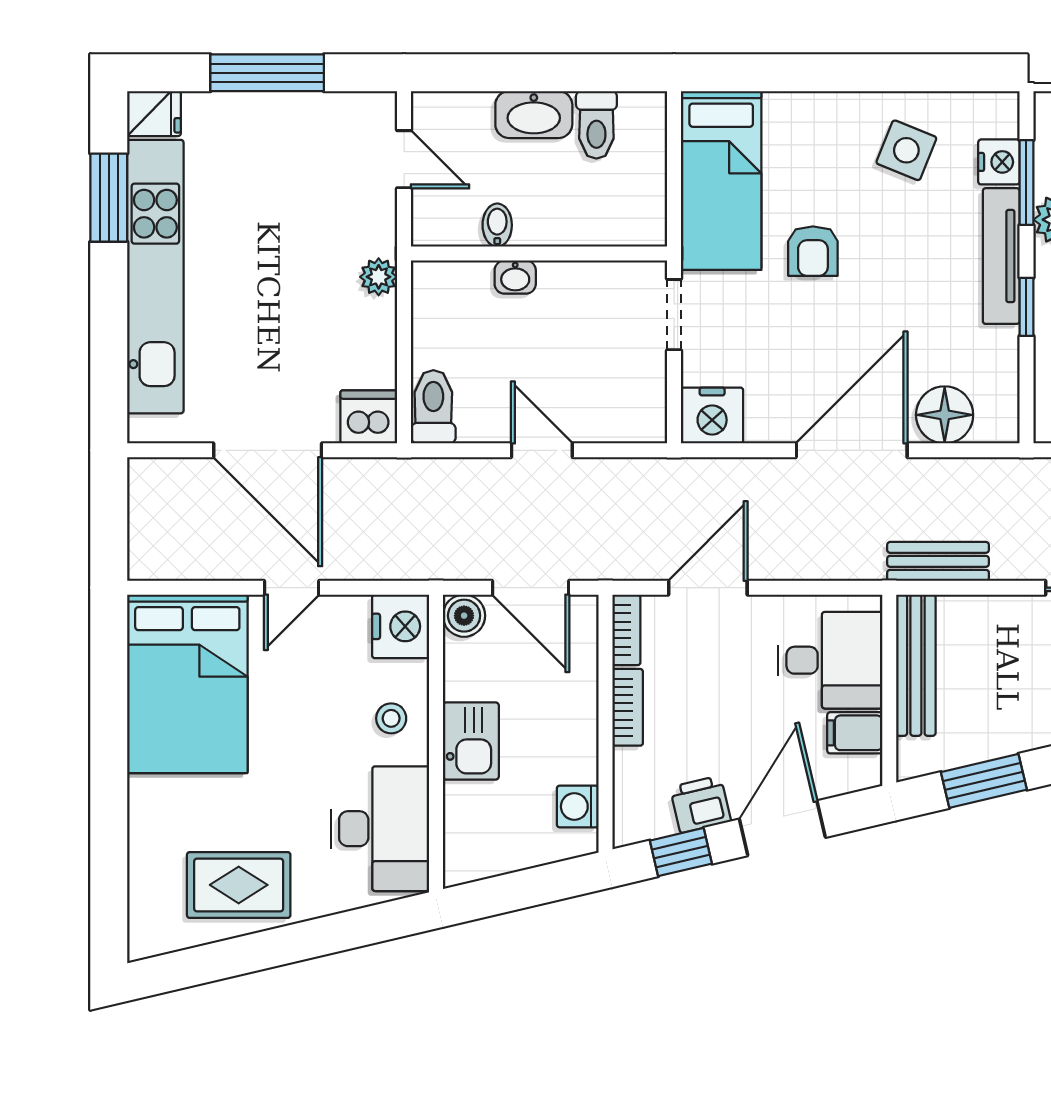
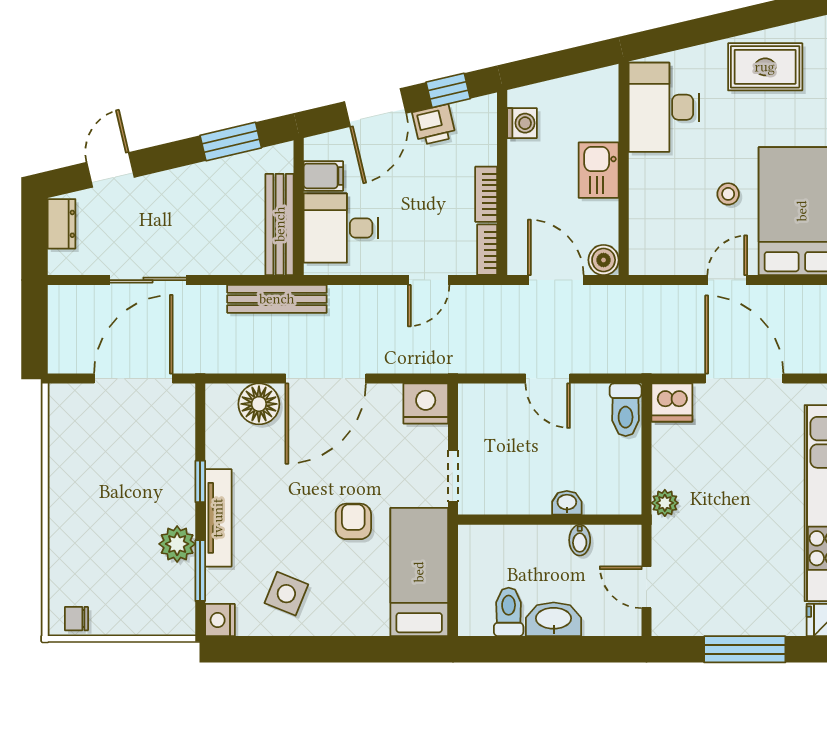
nightstand: (999, 162) -> (220, 620), moved
bench: (938, 561) -> (277, 299), width x1.36
door: (708, 588) -> (429, 280), width x0.73
nightstand: (401, 626) -> (649, 252), removed
stool: (391, 718) -> (728, 194), moved

